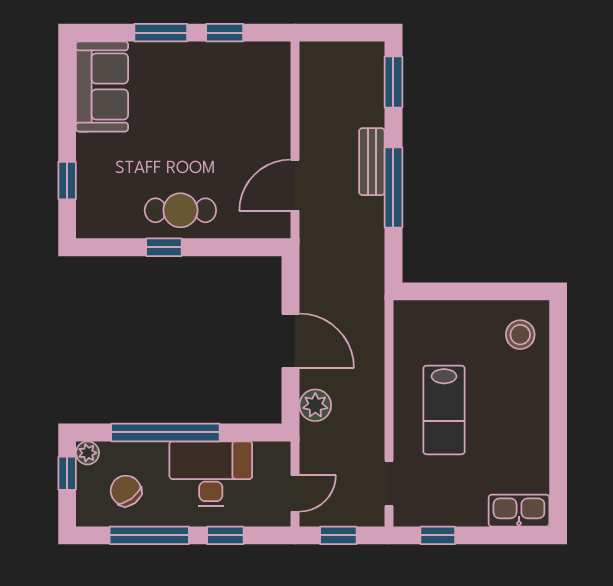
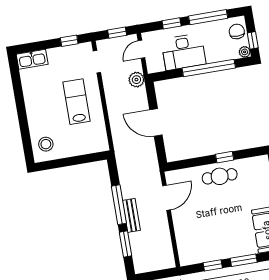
window: (393, 82) -> (126, 244), moved
plant: (315, 405) -> (136, 80), moved
chair: (126, 491) -> (237, 31), moved, turned -143

